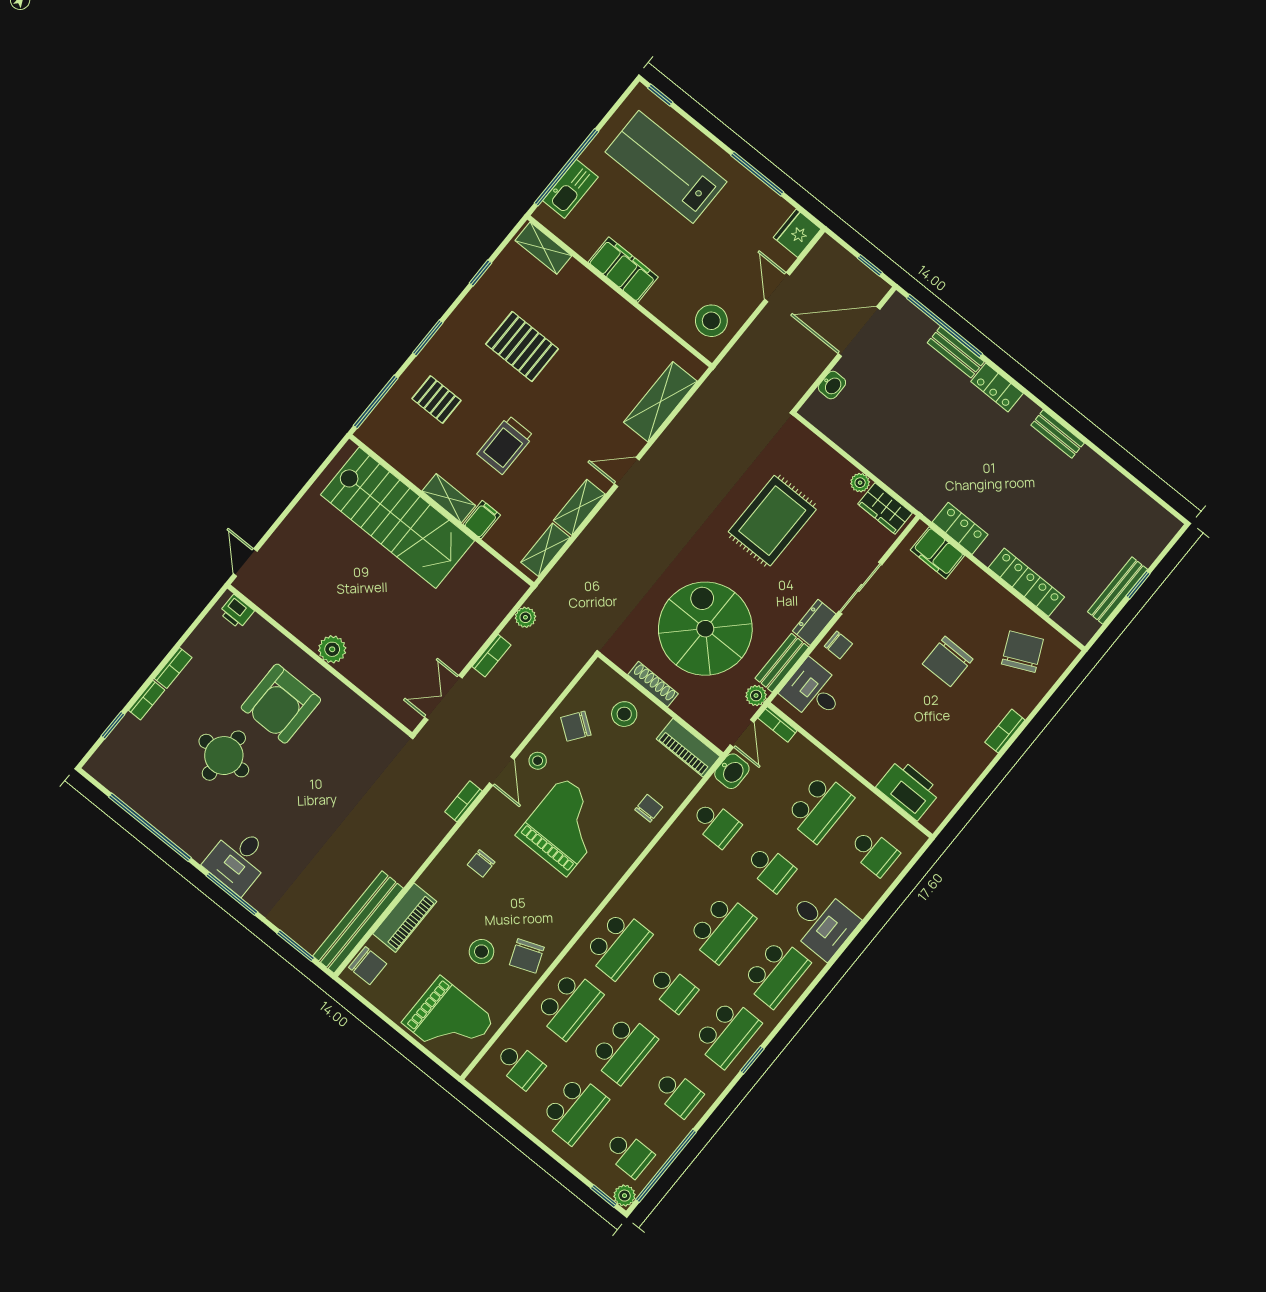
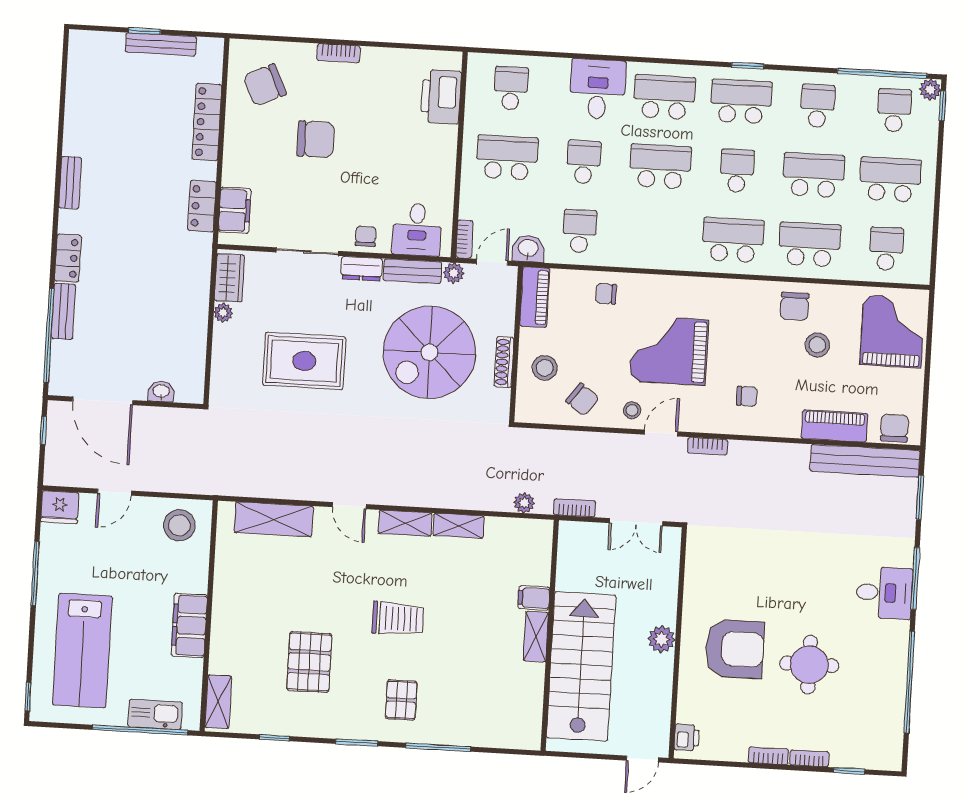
shelving: (449, 498) -> (536, 637), moved
wall: (442, 510) -> (550, 635), moved
stairs: (398, 518) -> (581, 666), moved
filing cabinet: (482, 520) -> (534, 598), moved
chair: (527, 956) -> (795, 306), turned 111

